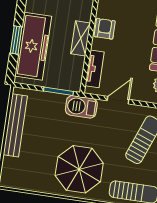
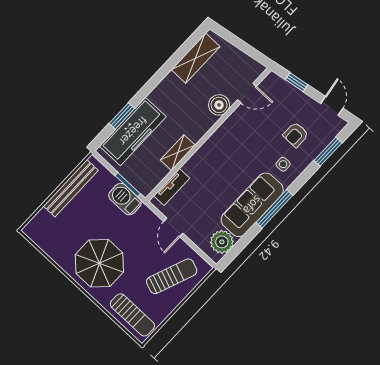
armchair: (105, 29) -> (204, 159), removed
door: (118, 100) -> (173, 227), swing flipped
barbecue: (81, 107) -> (125, 199), moved

